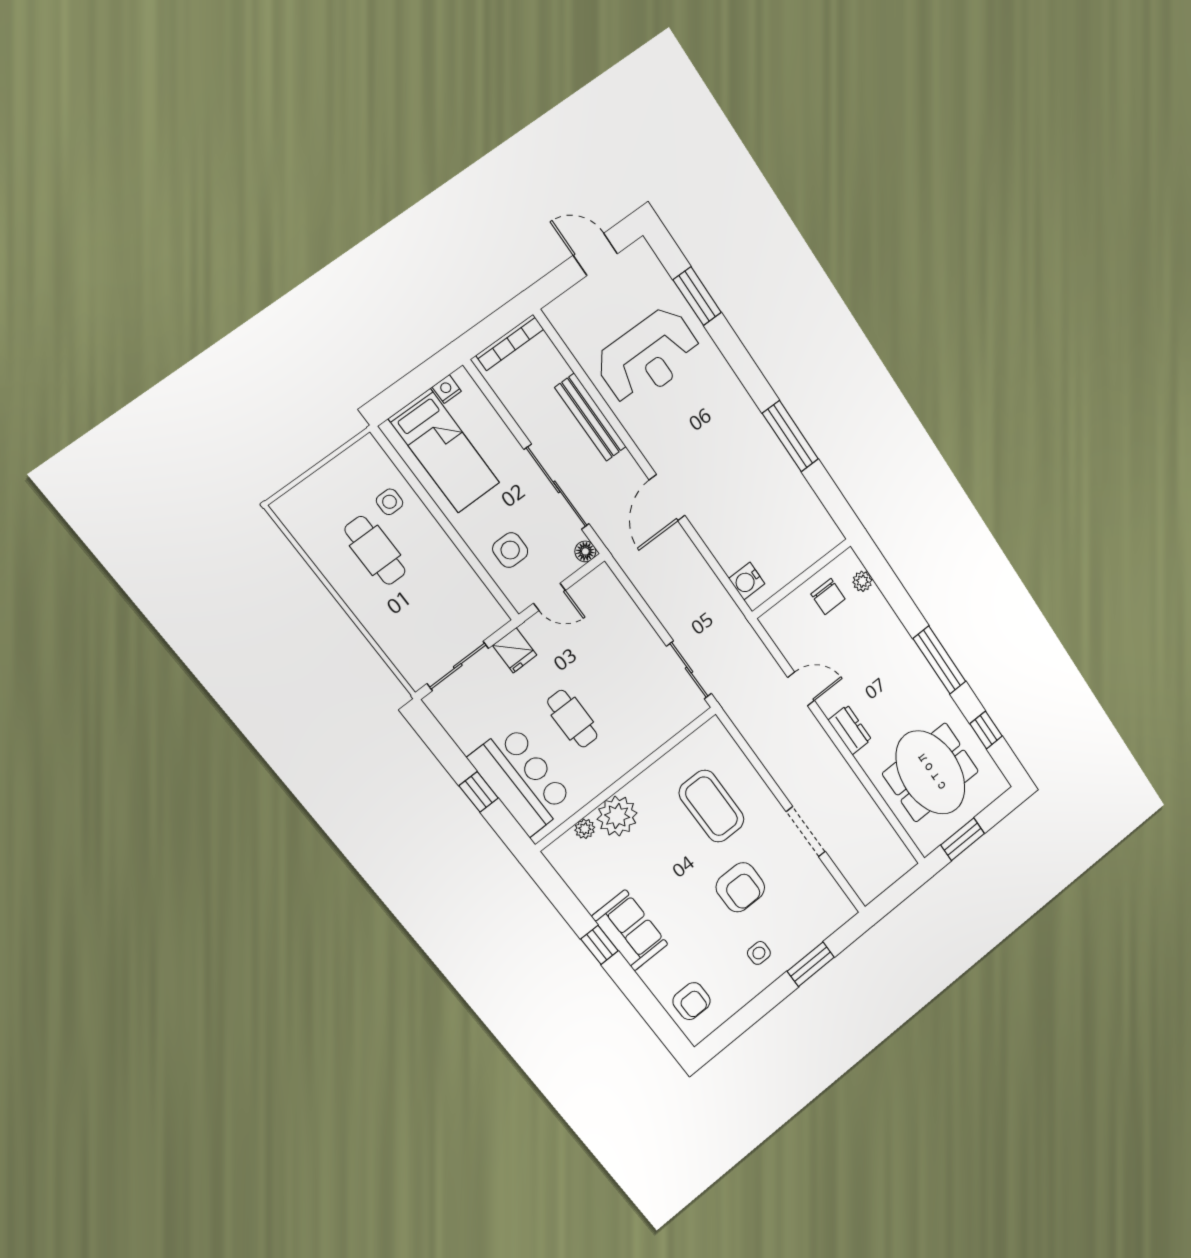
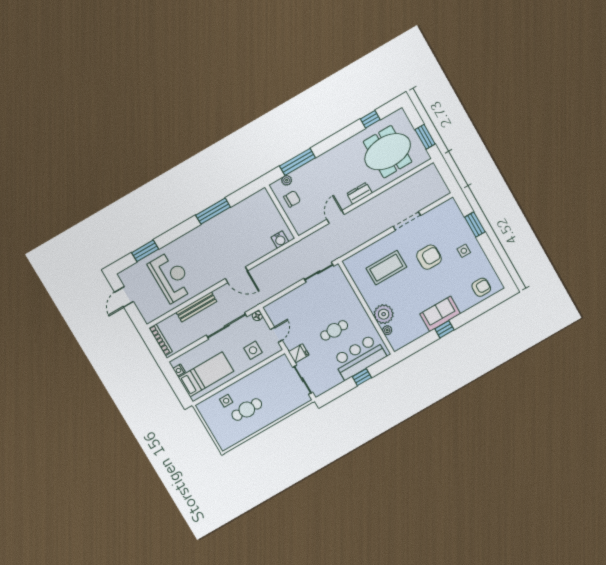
window: (939, 660) -> (297, 162), moved

